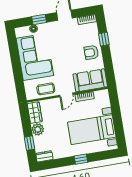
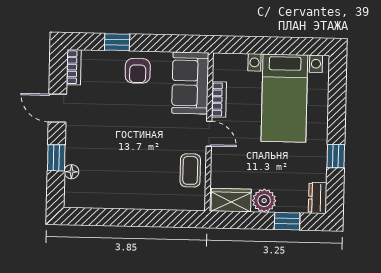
corner sofa: (35, 57) -> (126, 179), removed
window: (81, 159) -> (336, 156), moved

